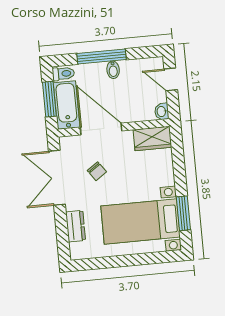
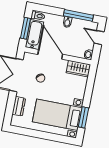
window: (102, 57) -> (78, 15), moved

